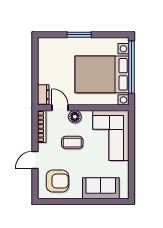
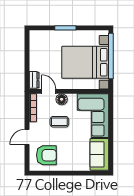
sofa: (101, 188) -> (99, 154), moved, turned -90

